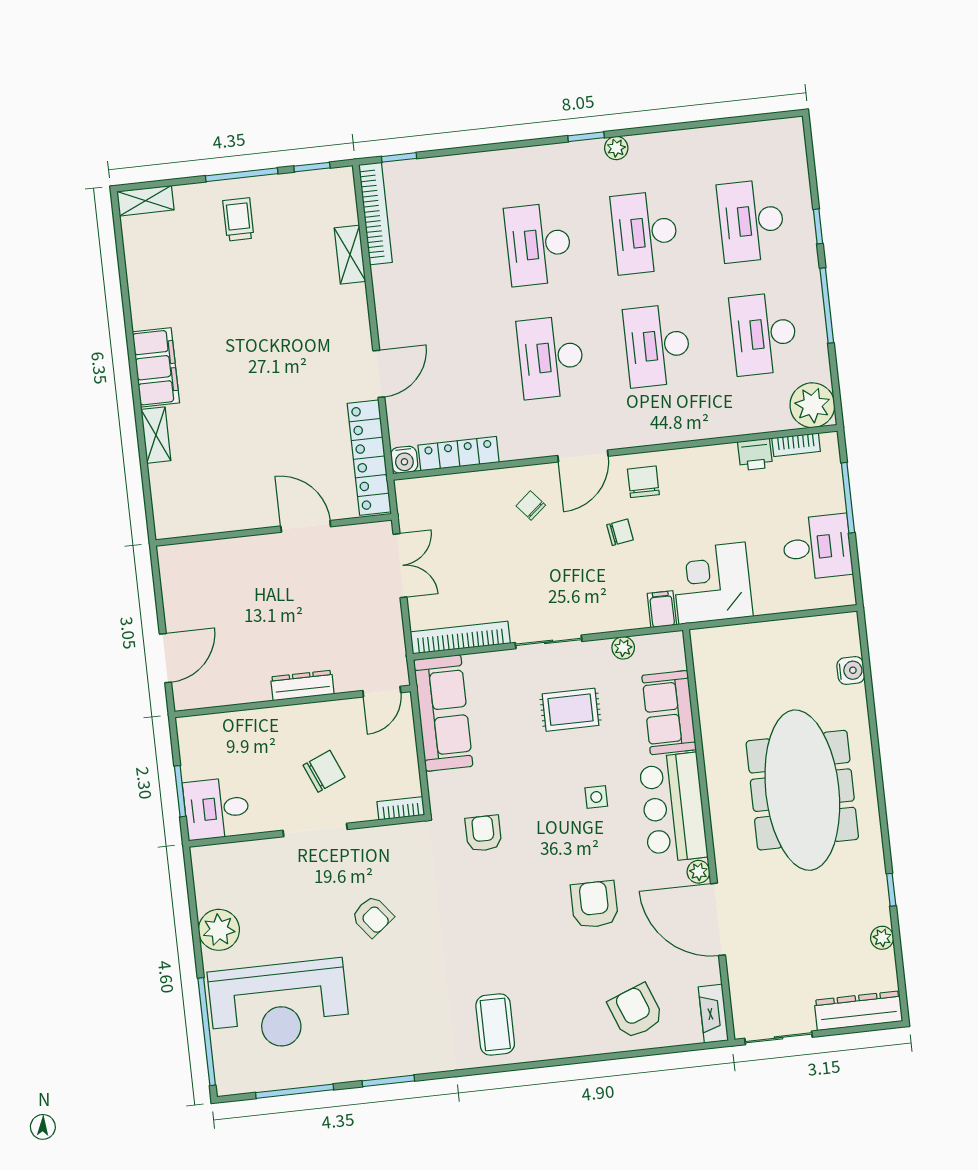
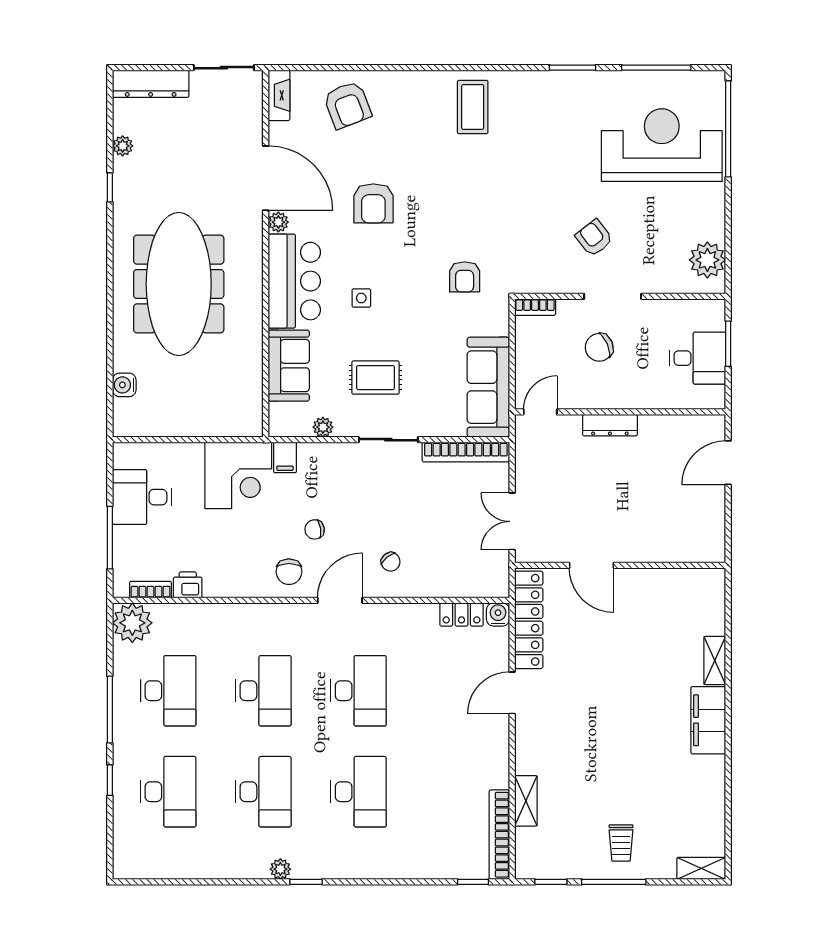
locker: (459, 454) -> (462, 615), width x0.66
desk: (217, 809) -> (698, 358), moved
armchair: (372, 916) -> (594, 238), moved
plant: (219, 930) -> (707, 260), moved

